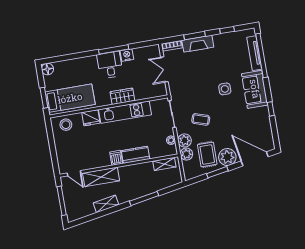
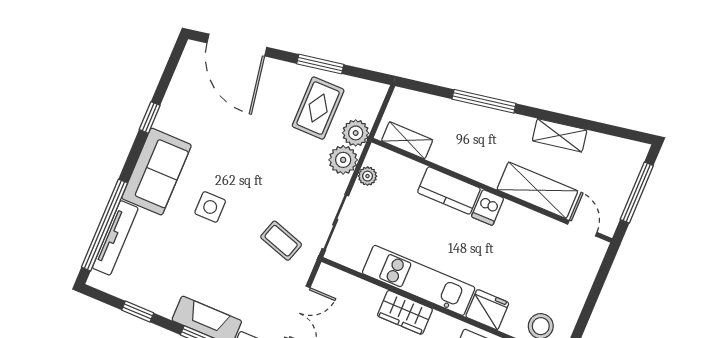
coffee table: (201, 119) -> (281, 241), moved
plant: (227, 157) -> (285, 80), removed

